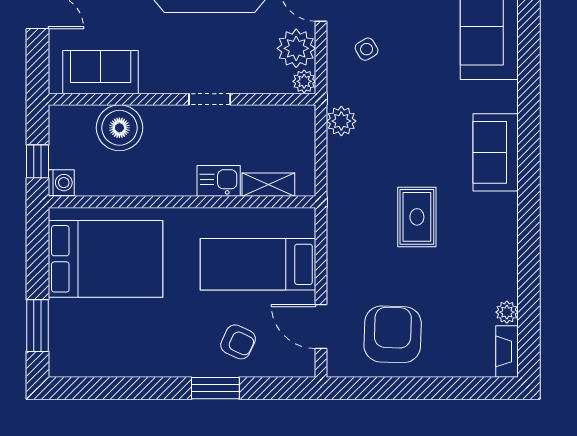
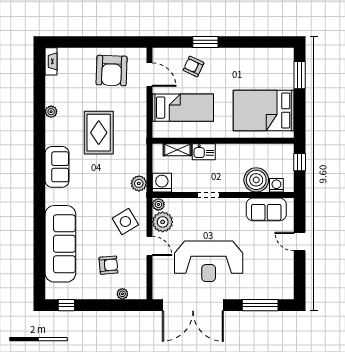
side table: (367, 49) -> (125, 222), width x1.87, depth x1.87
washing machine: (298, 123) -> (162, 183), added
washing machine: (61, 183) -> (276, 185), moved, turned 90
rug: (417, 217) -> (99, 133), width x1.36, depth x1.43
plant: (507, 312) -> (51, 112), moved

